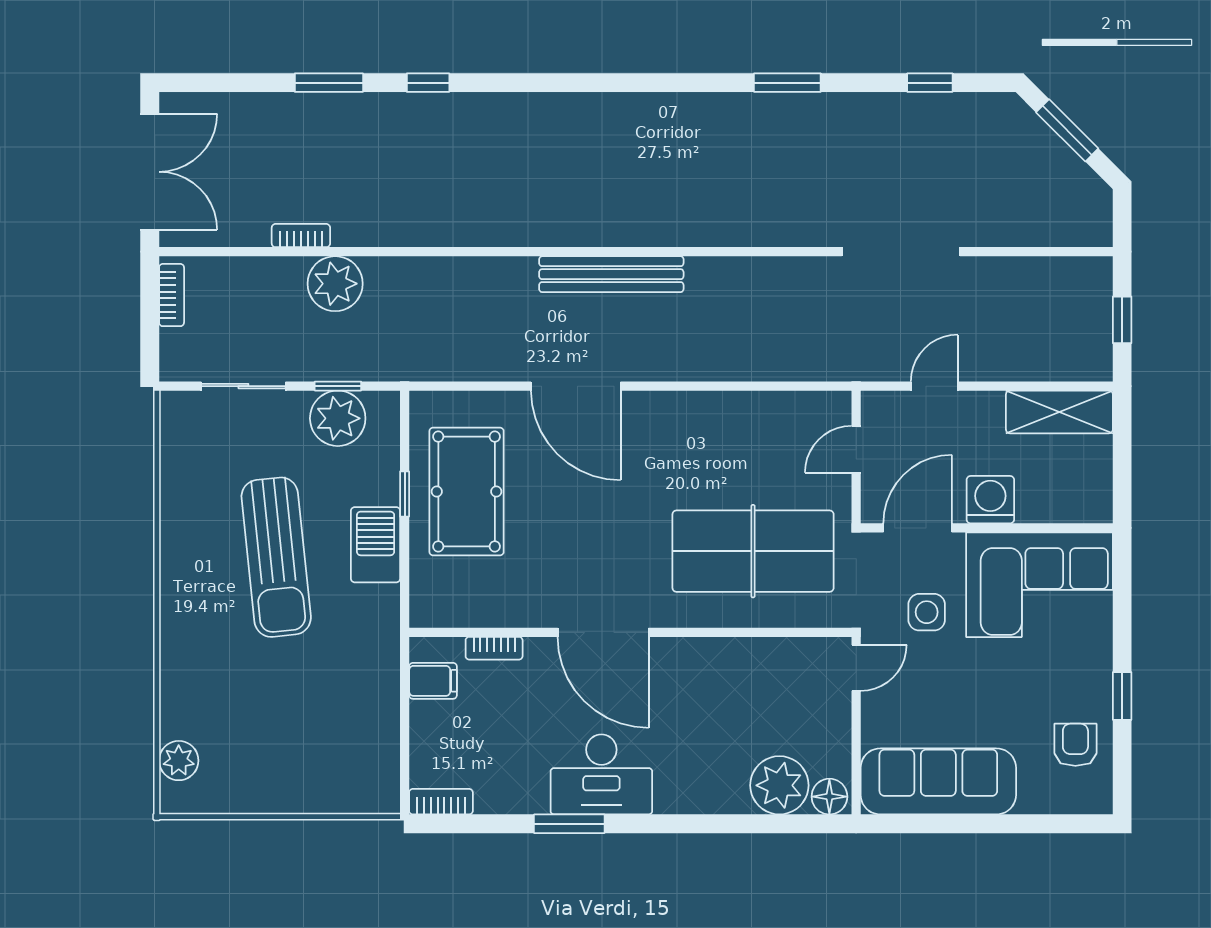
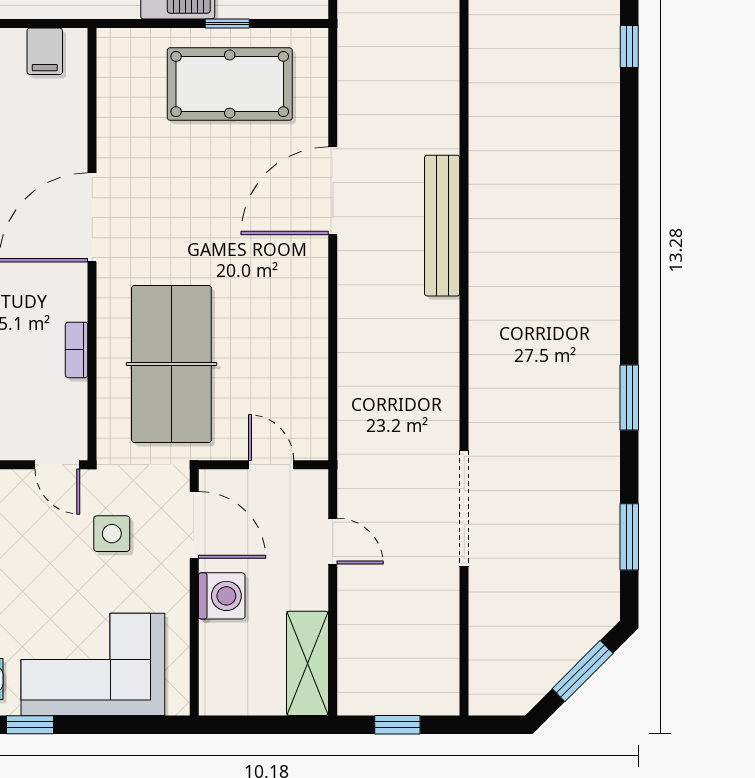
window: (930, 83) -> (629, 537), width x1.50
corner sofa: (1039, 585) -> (93, 664), moved, turned 90
bookcase: (494, 648) -> (77, 350), moved

